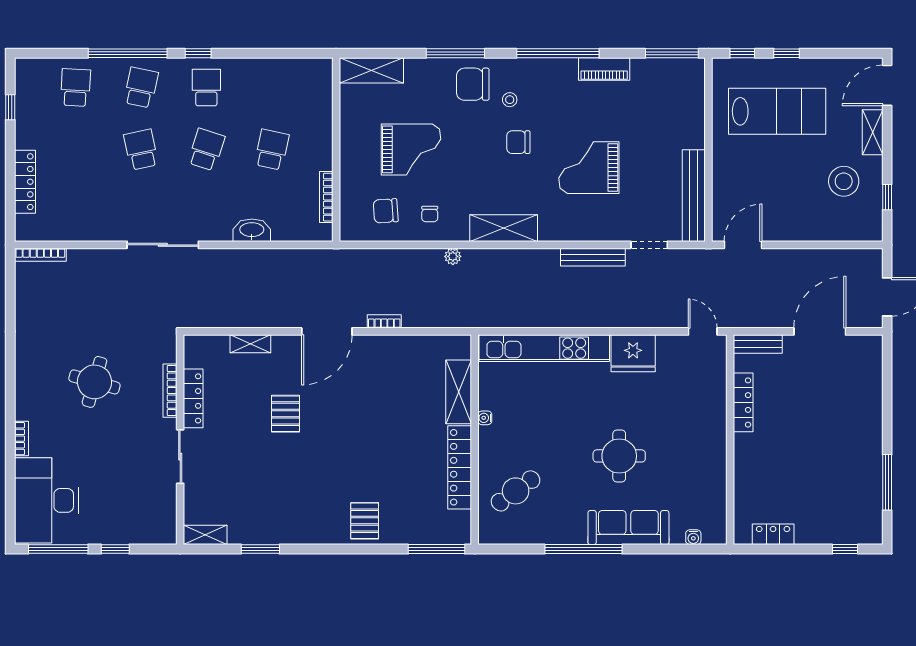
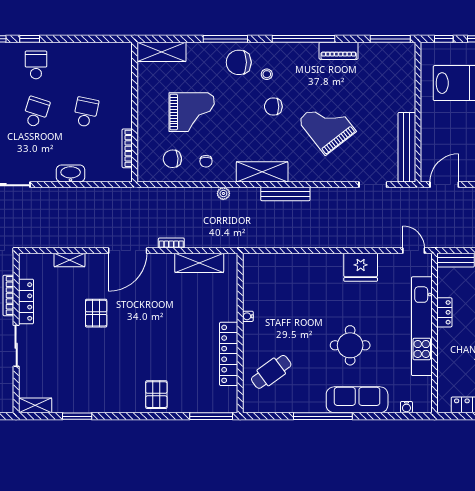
grand piano: (589, 168) -> (327, 126), turned 52
bench: (593, 257) -> (285, 194), moved
kitchen unit: (544, 348) -> (422, 326), moved, turned 90
shelving: (459, 392) -> (199, 263), moved, turned 90
locker: (743, 402) -> (444, 312), width x0.66

